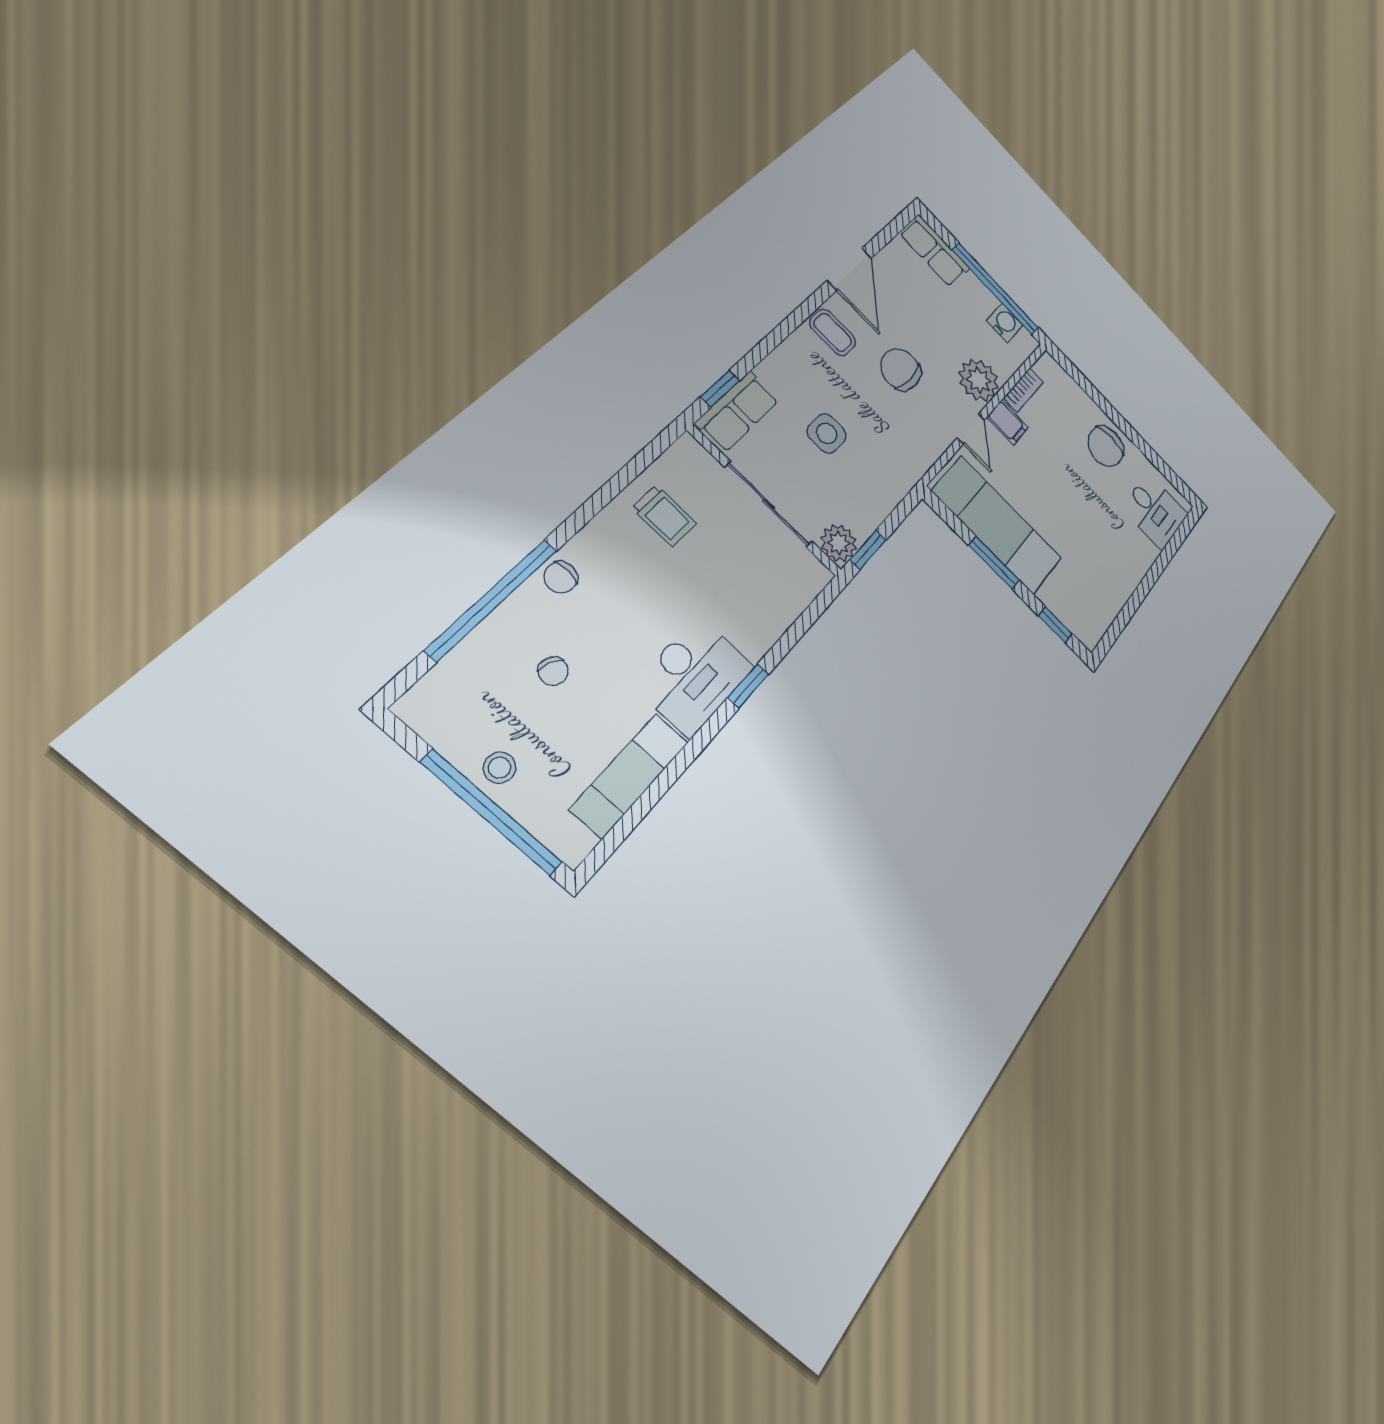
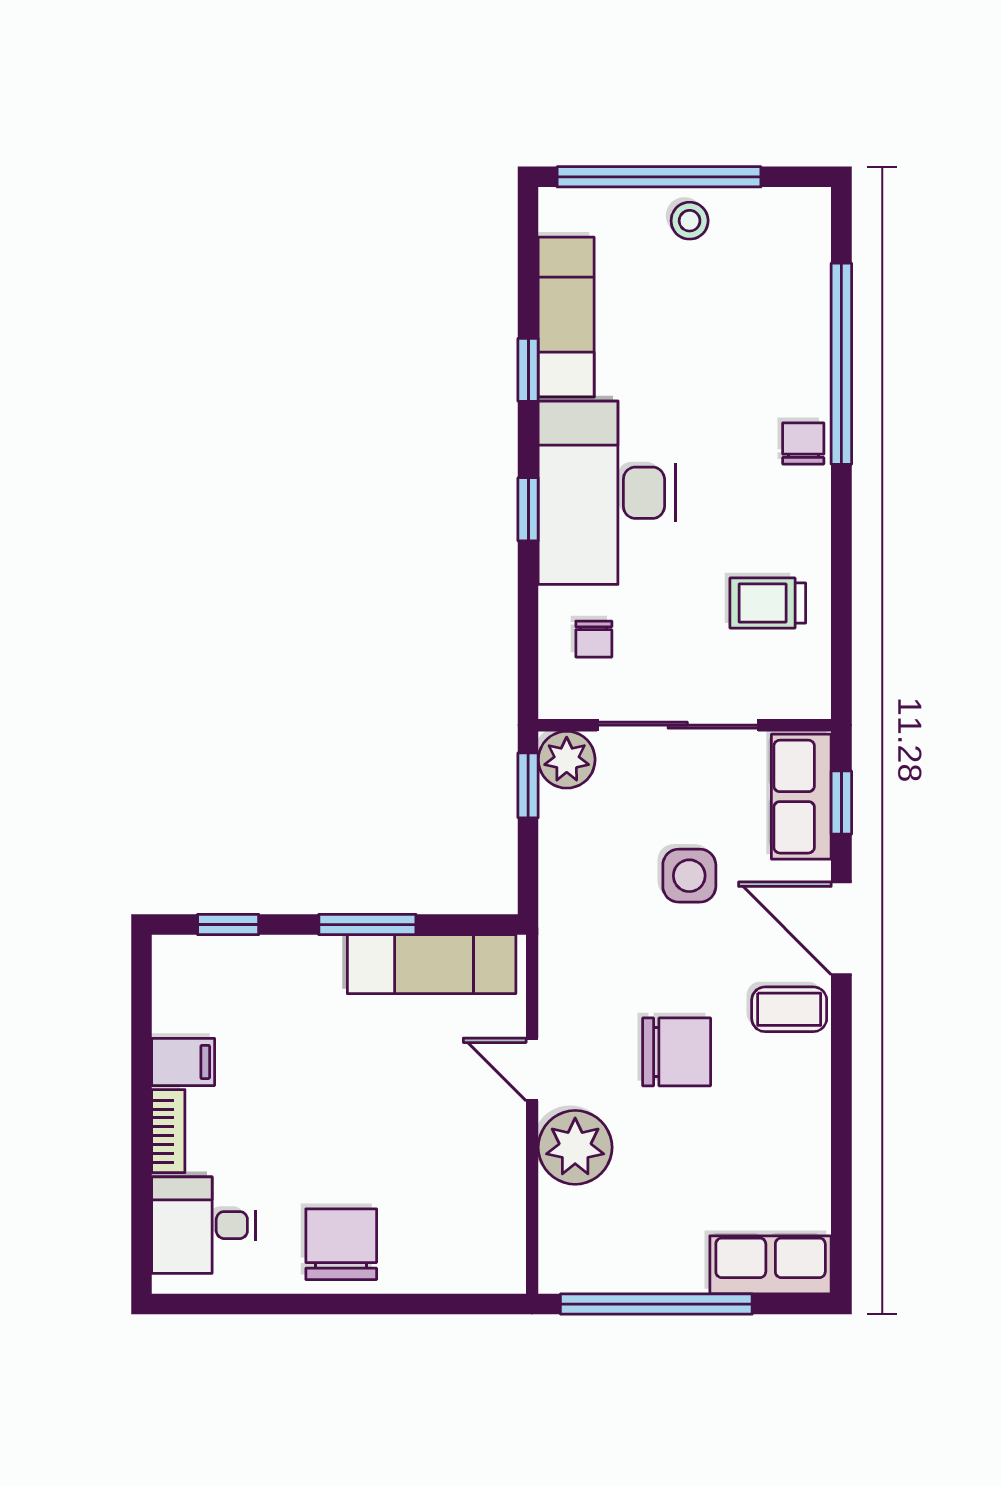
door: (850, 269) -> (841, 928), moved
water cooler: (1005, 323) -> (607, 1268), removed
bookcase: (1023, 390) -> (168, 1131), moved, turned 180
filing cabinet: (1007, 422) -> (183, 1062), moved, turned 180
exam couch: (997, 525) -> (432, 964), width x0.73, depth x0.69
chair: (553, 671) -> (594, 639), moved, turned -112
desk: (694, 676) -> (607, 493), width x1.36, depth x1.30
window: (680, 764) -> (528, 370), added

